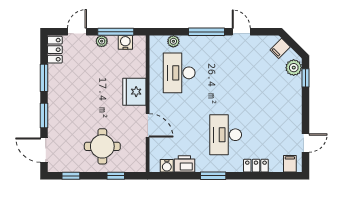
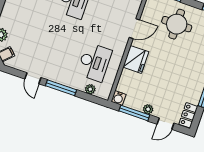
water cooler: (125, 42) -> (118, 98), moved
door: (148, 125) -> (134, 29), swing flipped

